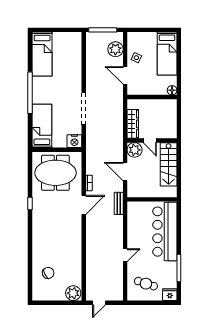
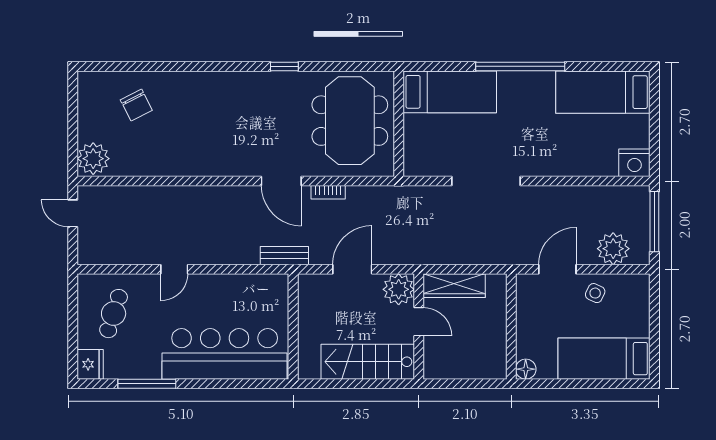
door: (150, 140) -> (419, 322), swing flipped
nightstand: (74, 141) -> (634, 163), moved, turned -90
door: (125, 255) -> (174, 269), hinge flipped

